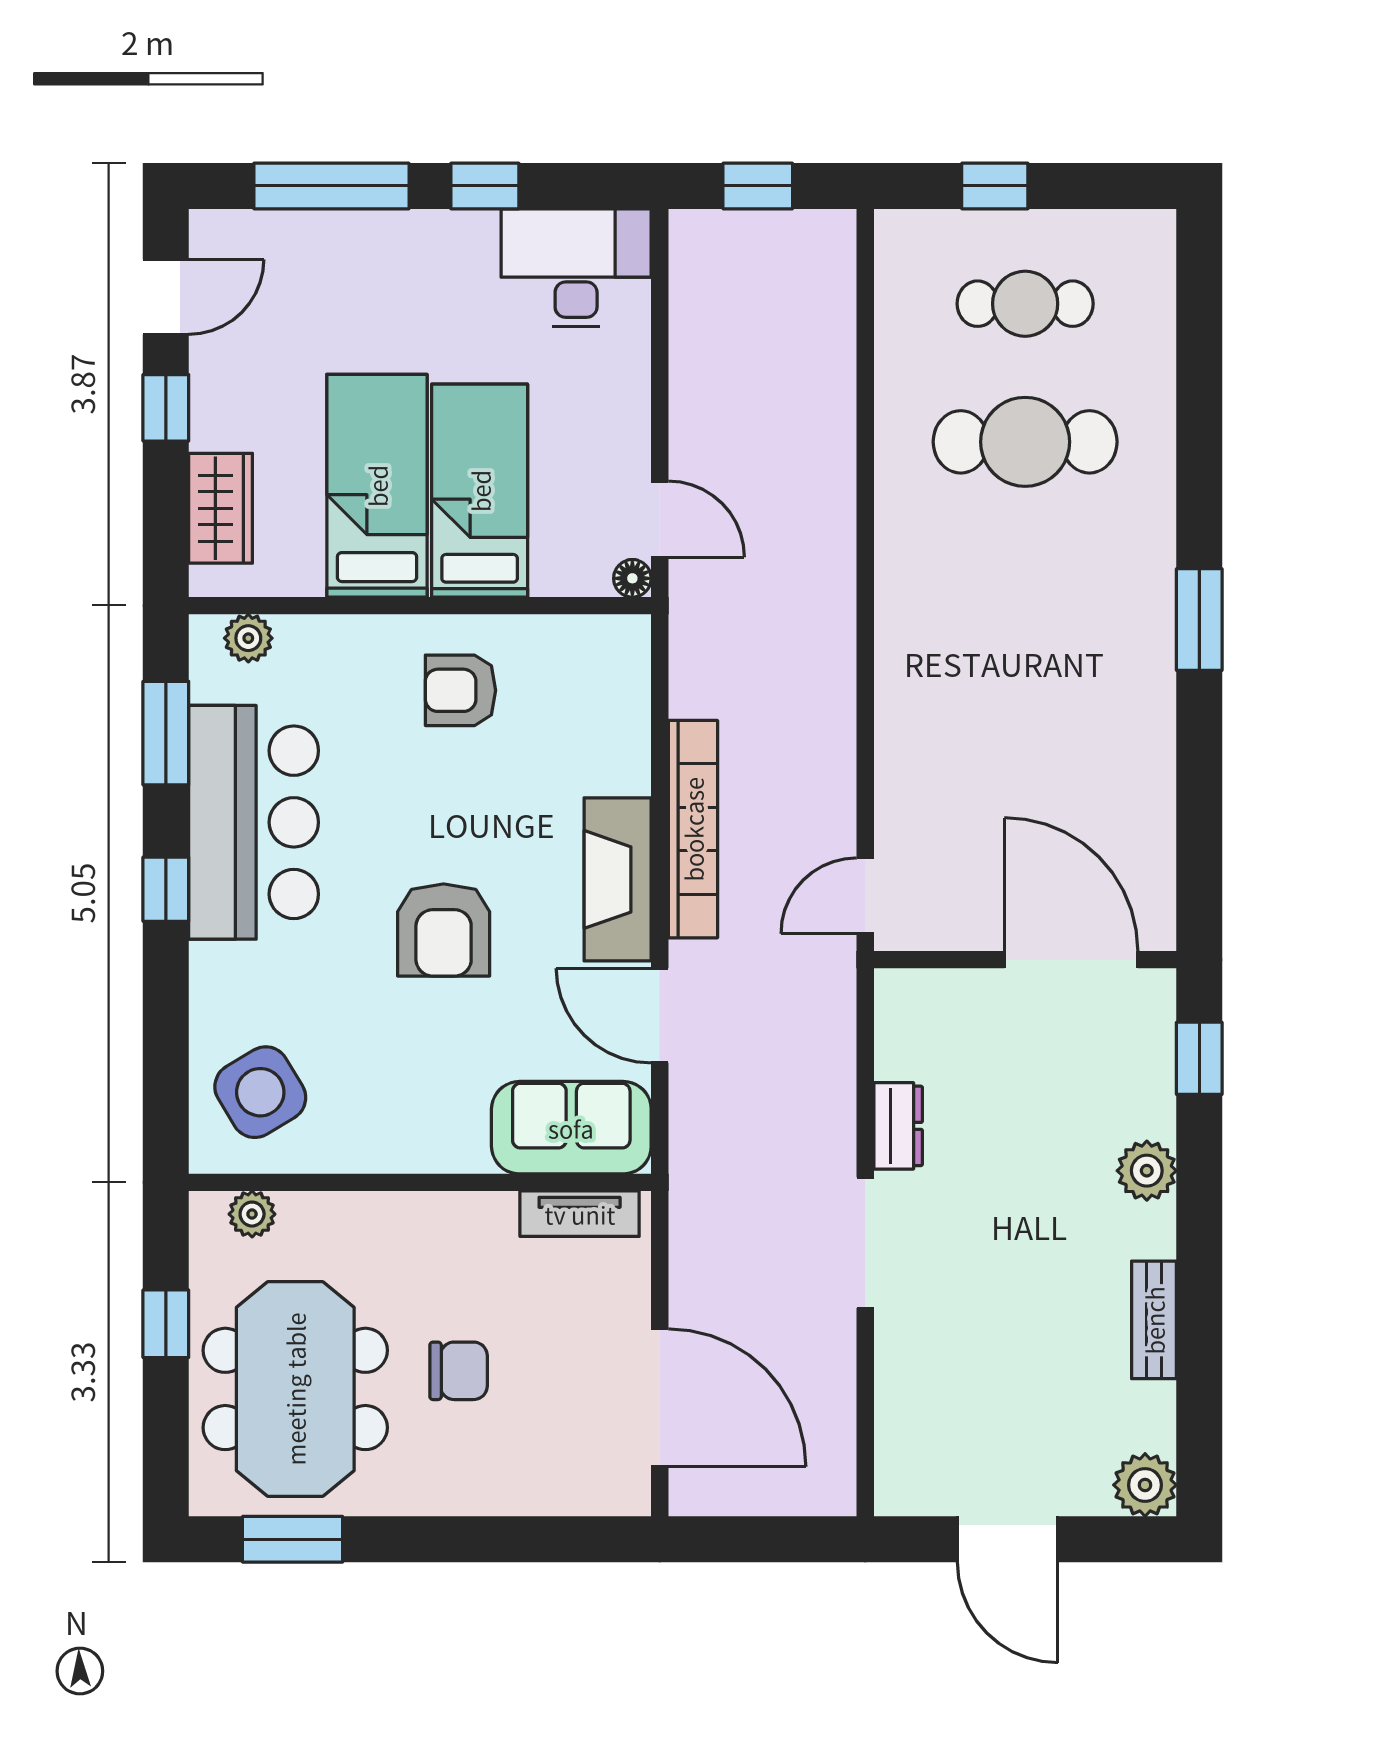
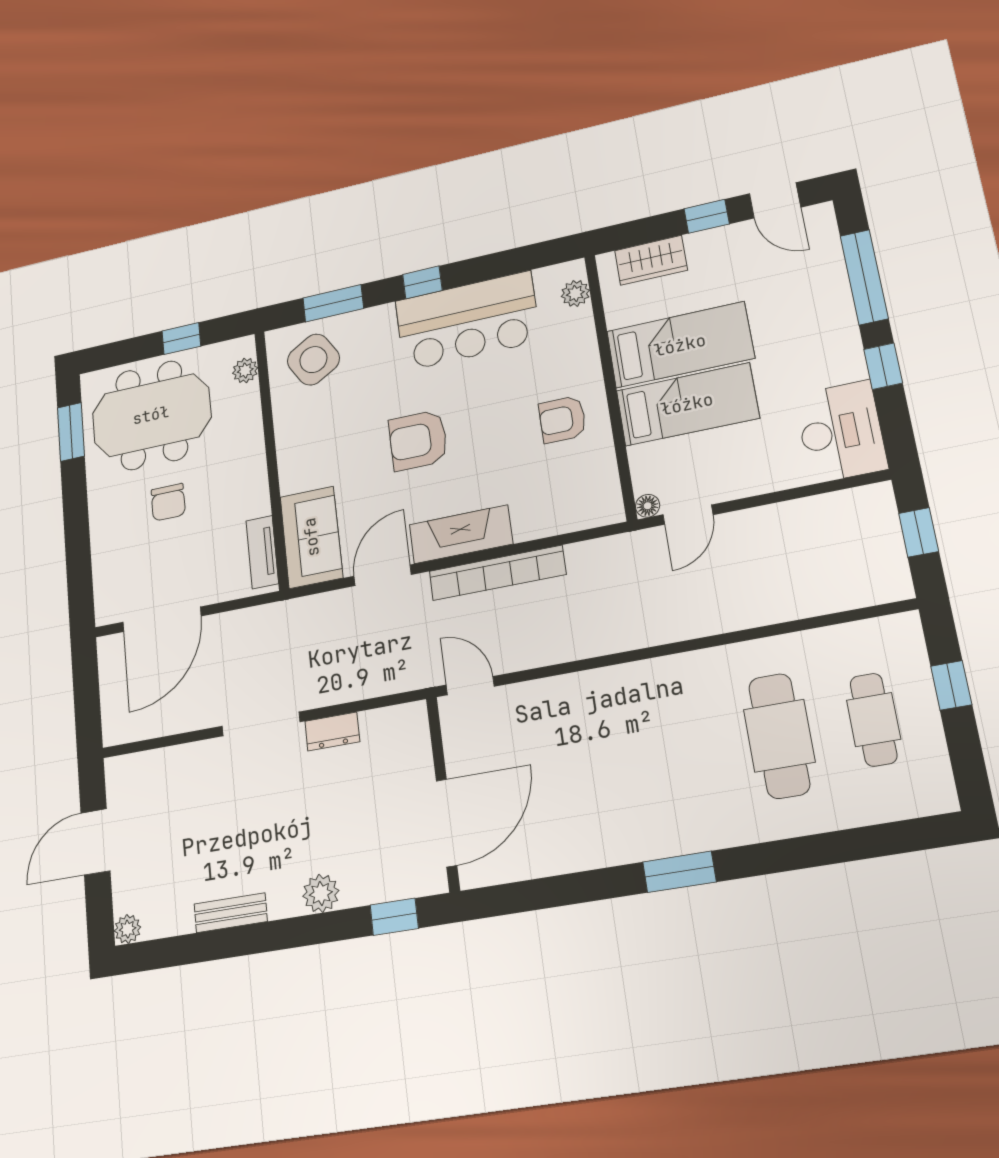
armchair: (460, 690) -> (562, 419), turned -90
window: (166, 733) -> (333, 303), moved
plant: (1145, 1485) -> (128, 929), width x0.73, depth x0.73

